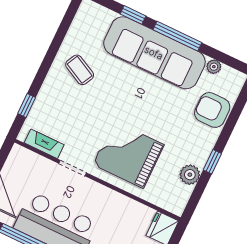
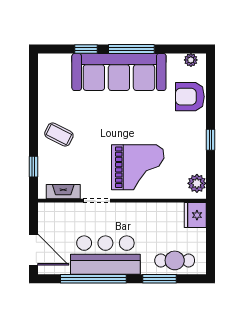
plant: (214, 67) -> (191, 60), moved
coffee table: (80, 70) -> (59, 135), moved
grand piano: (128, 155) -> (138, 167), turned 180
plant: (190, 175) -> (197, 183), moved

